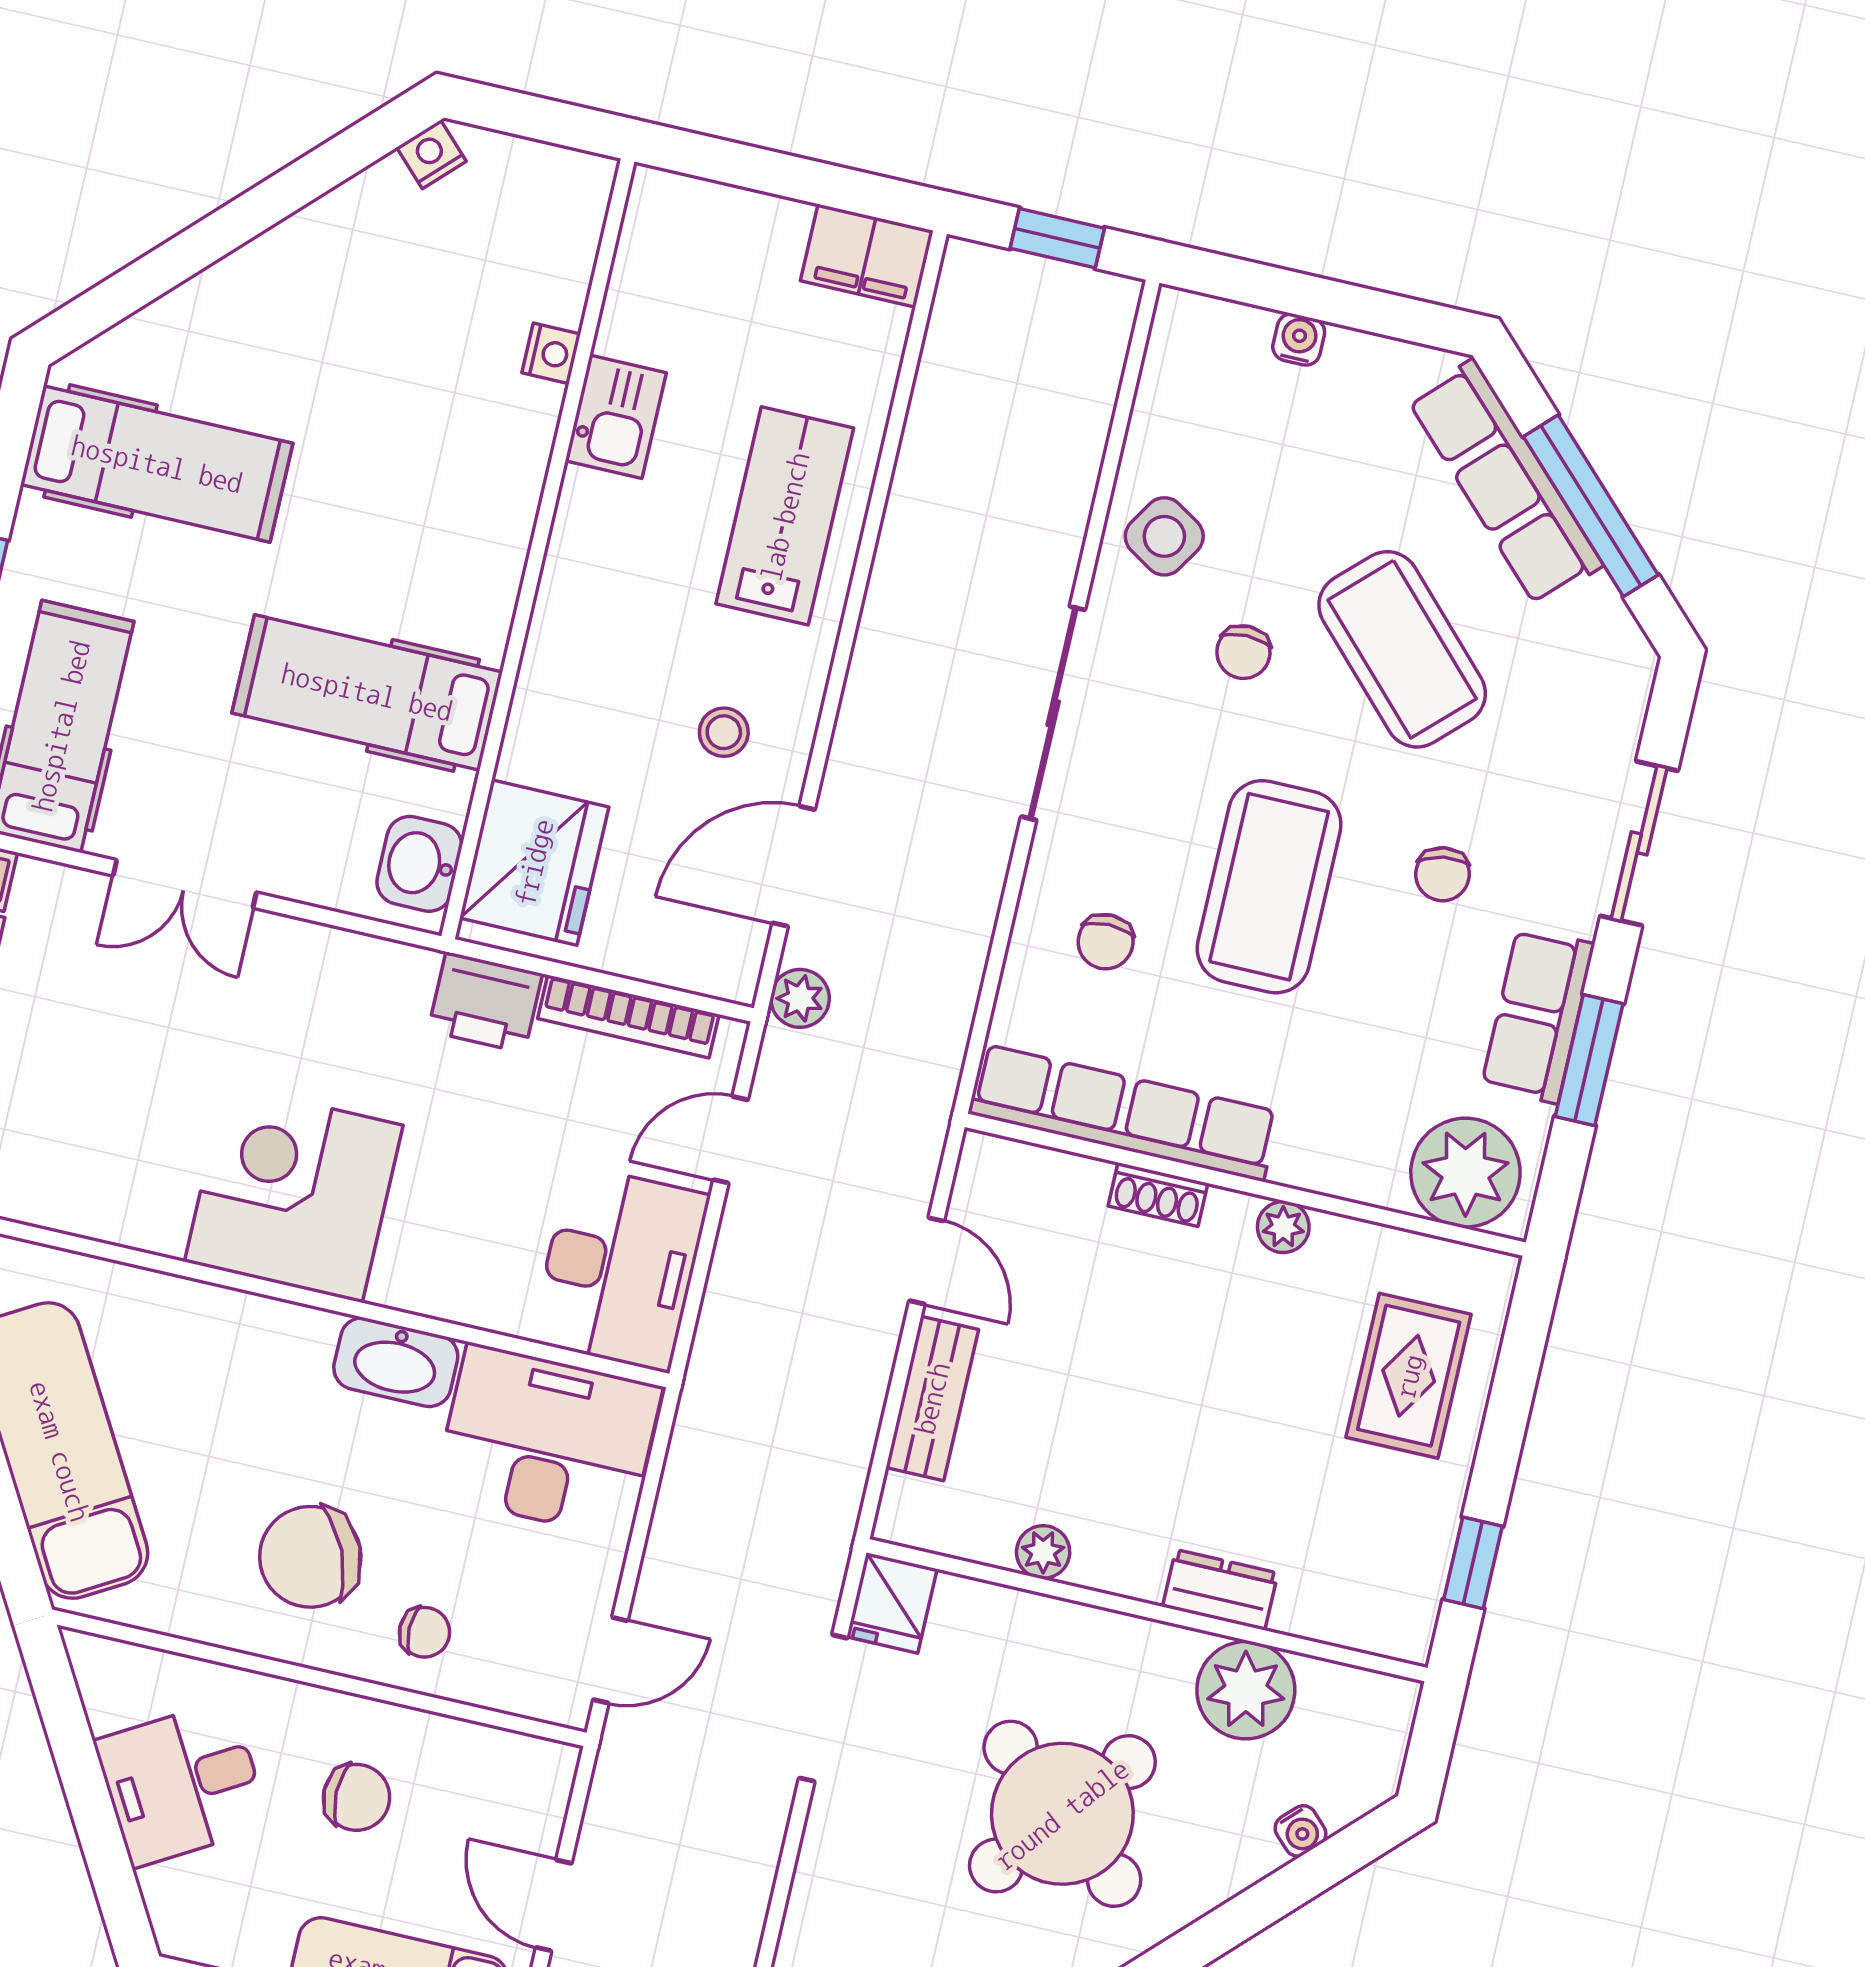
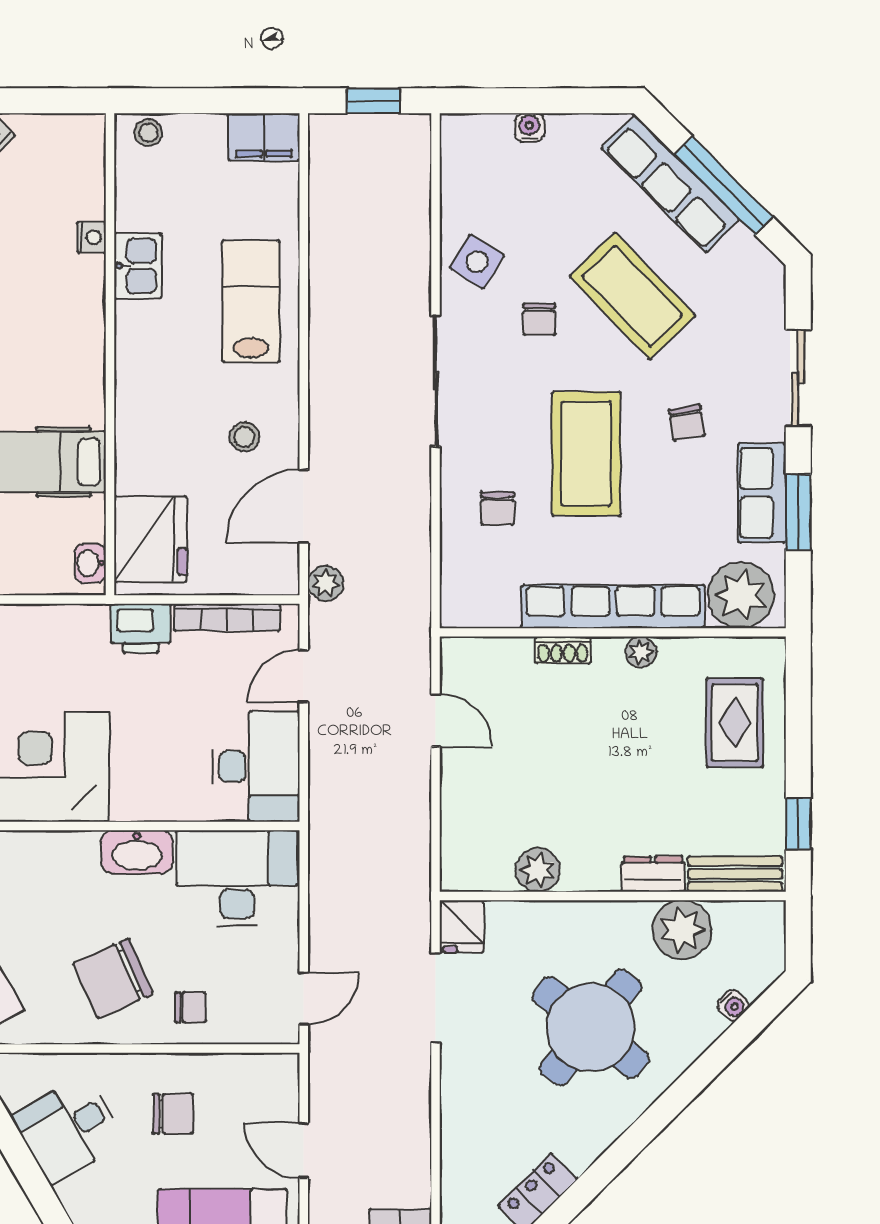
stool: (682, 206) -> (148, 133), added
washbasin: (419, 864) -> (90, 563), width x0.72, depth x0.69
row of seats: (1124, 1113) -> (613, 607), moved
bench: (932, 1398) -> (735, 874), moved, turned 90
plant: (1043, 1552) -> (538, 870), width x1.38, depth x1.38

